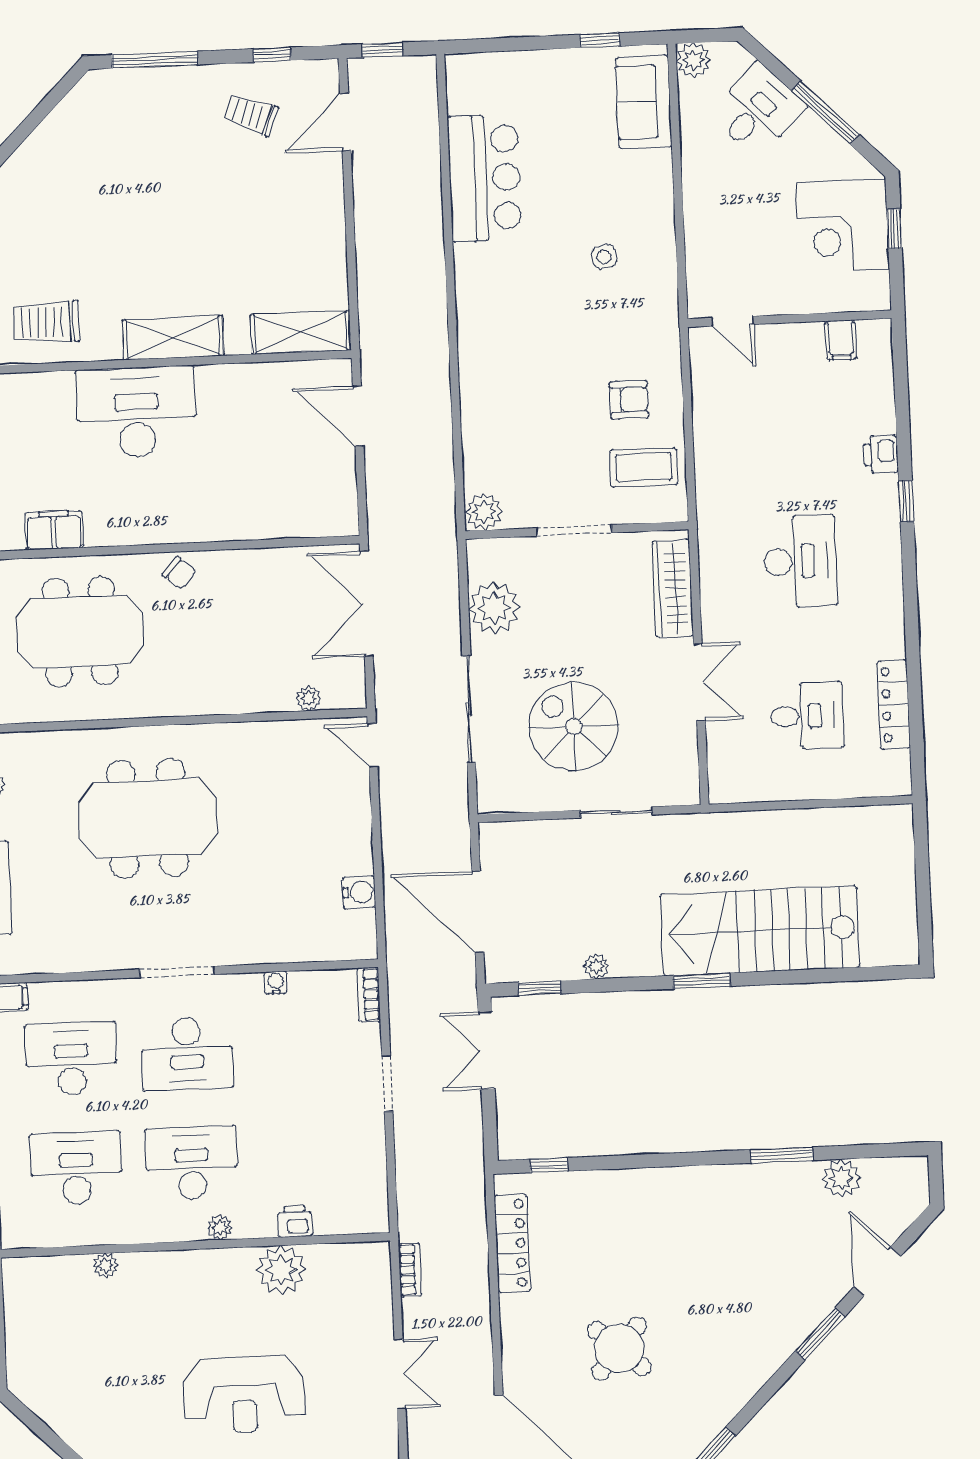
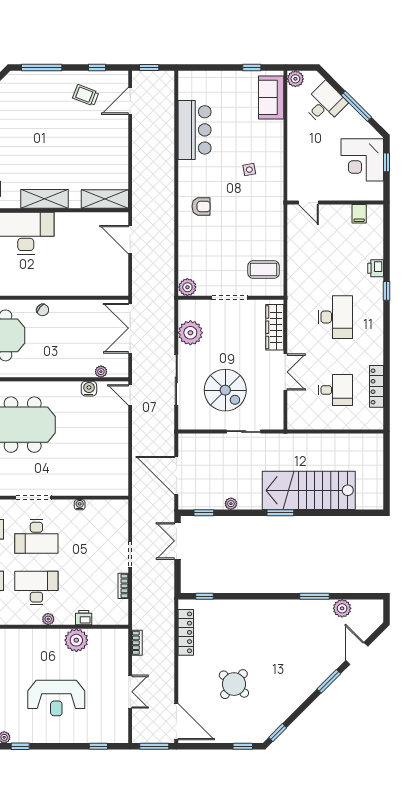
armchair: (629, 400) -> (201, 206), moved
spiral stairs: (574, 726) -> (225, 390), turned 180
water cooler: (359, 892) -> (89, 389), moved, turned -90
bookcase: (369, 995) -> (123, 586), moved

